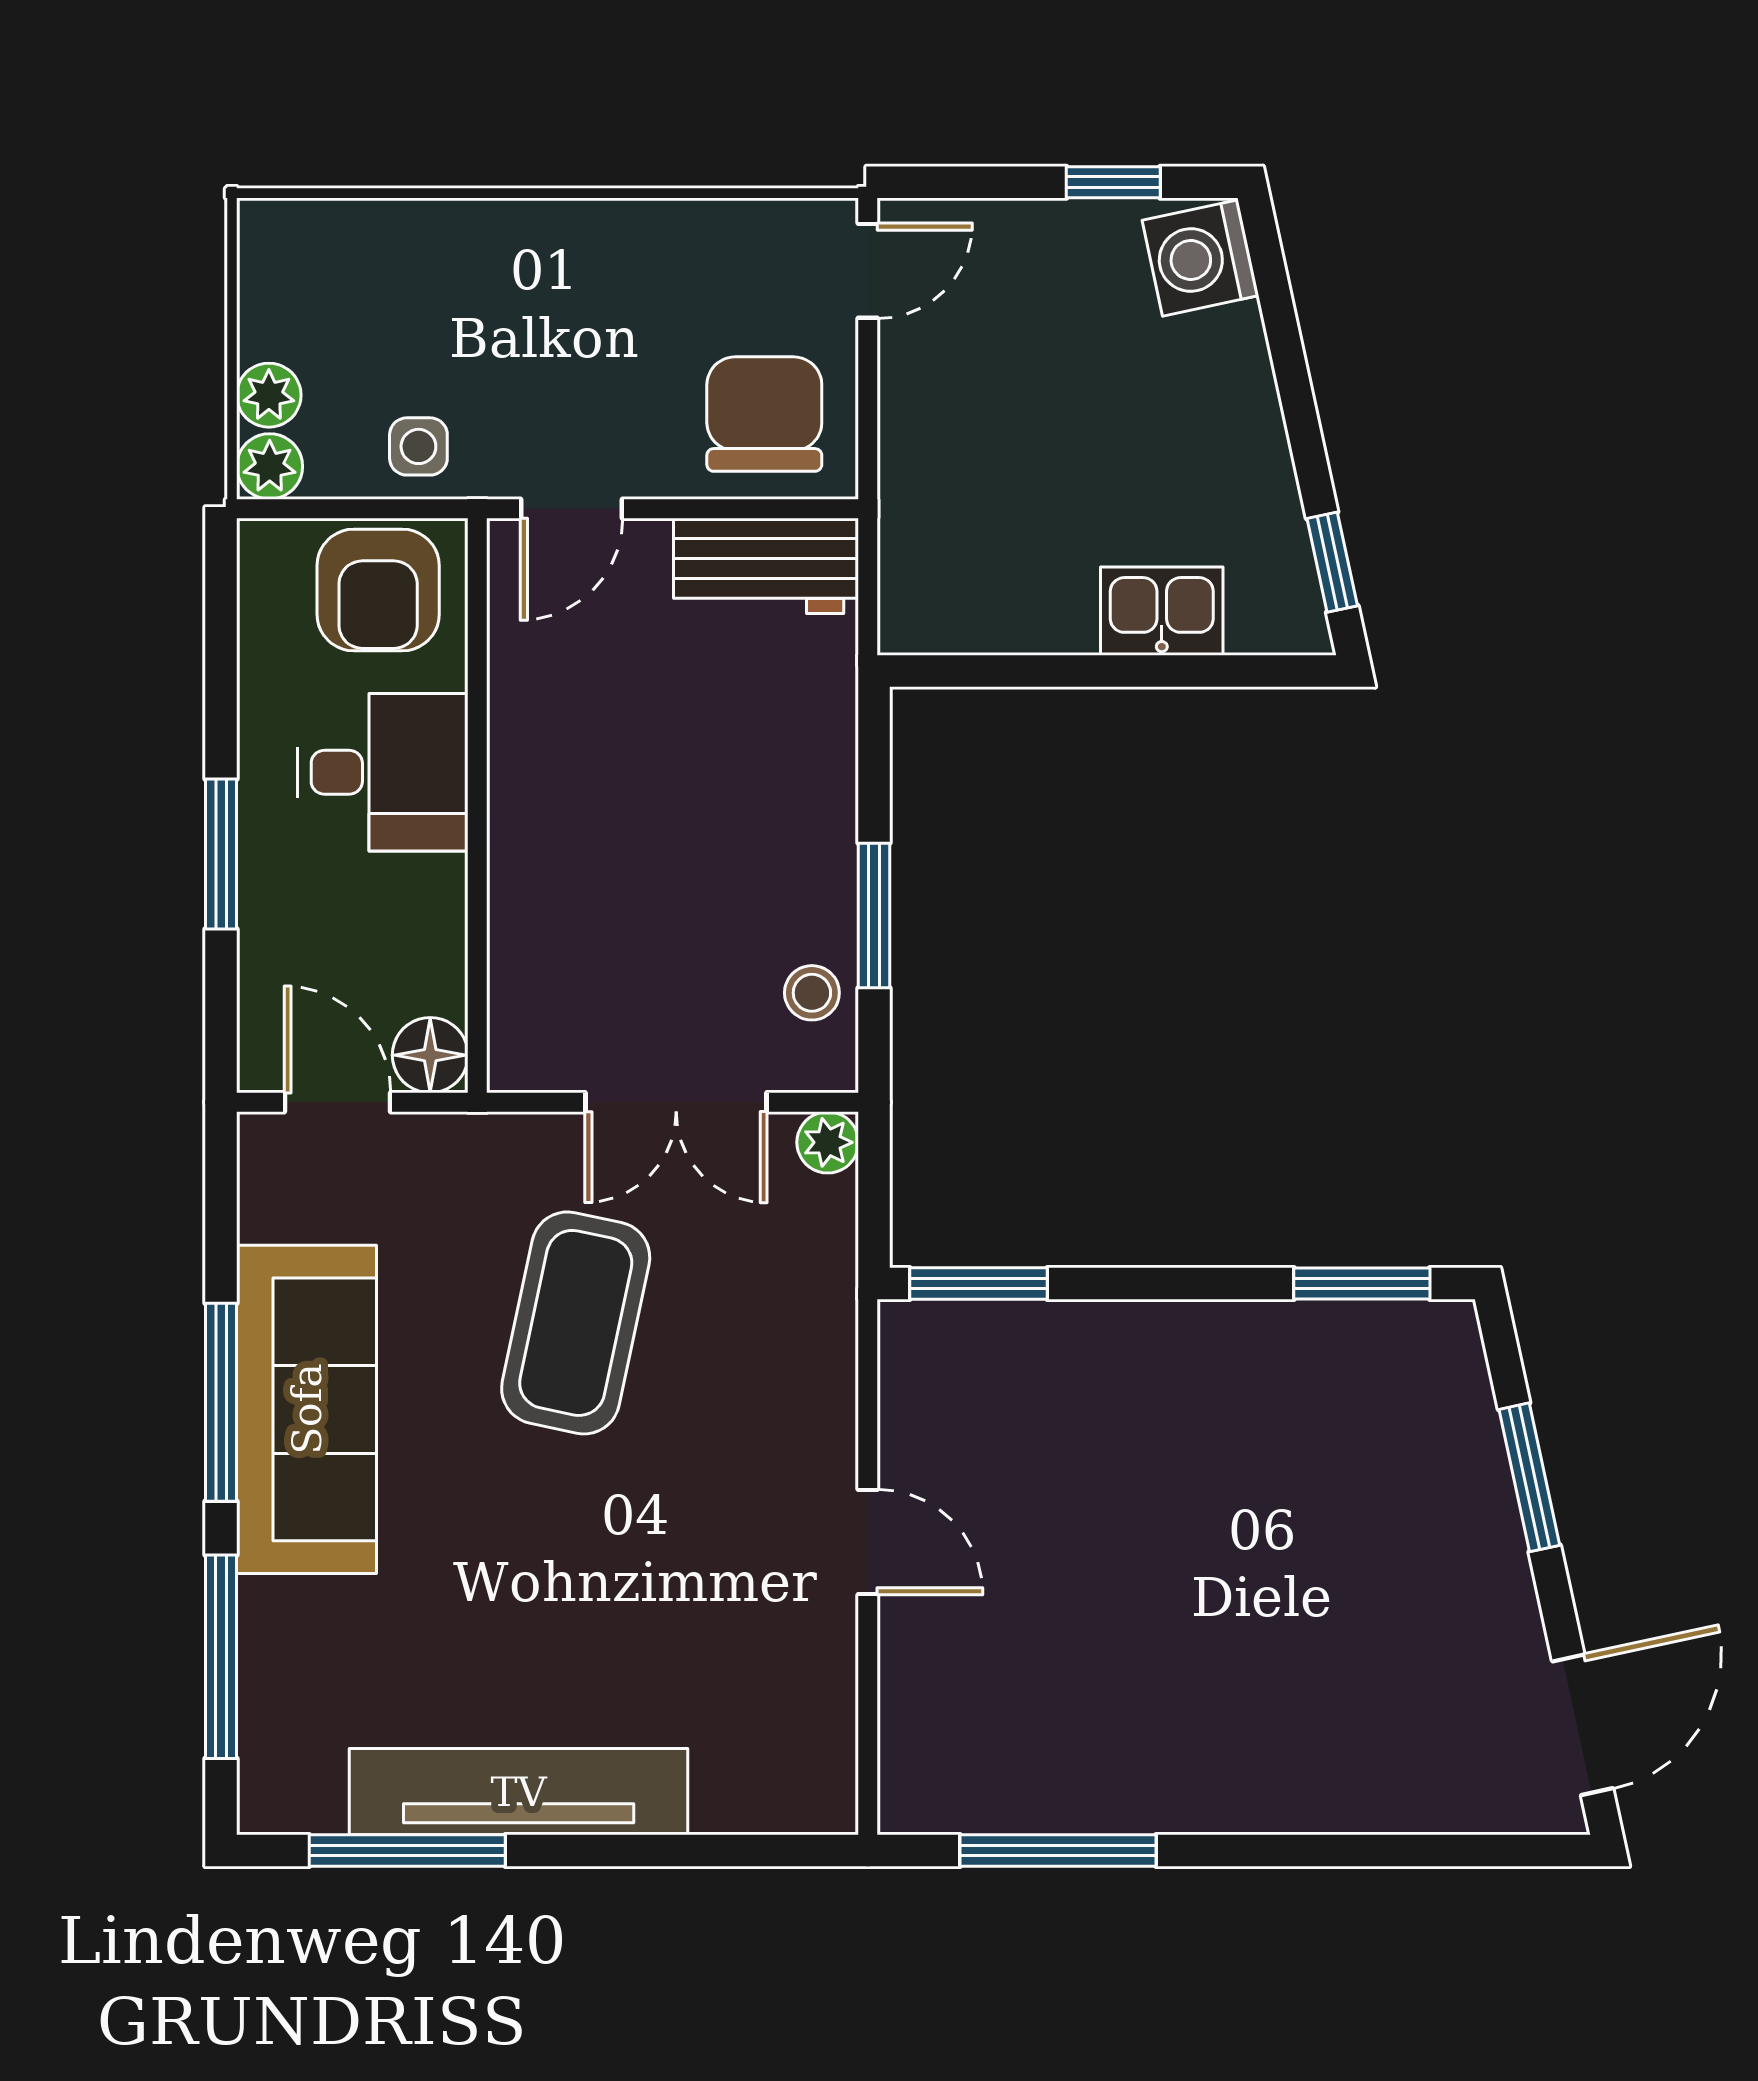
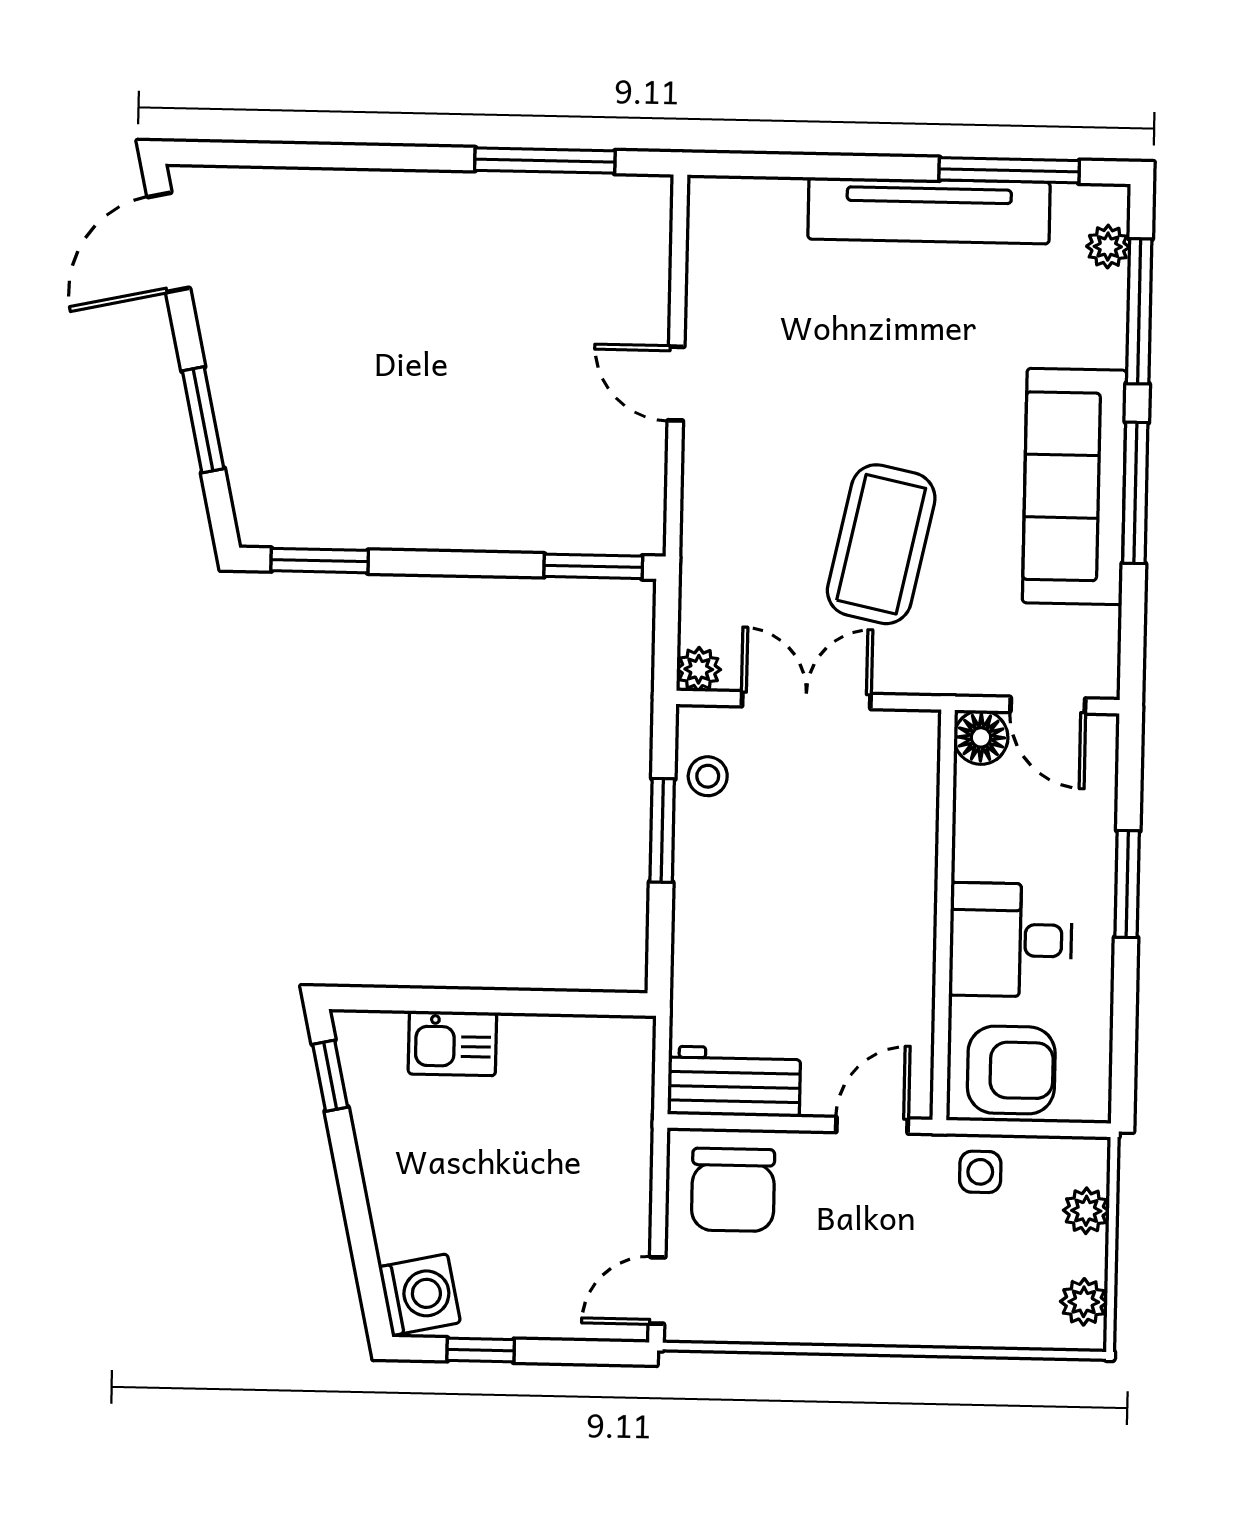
plant: (270, 466) -> (1084, 1302), moved
armchair: (378, 590) -> (1011, 1070), turned 90
plant: (267, 1747) -> (1108, 247), added

